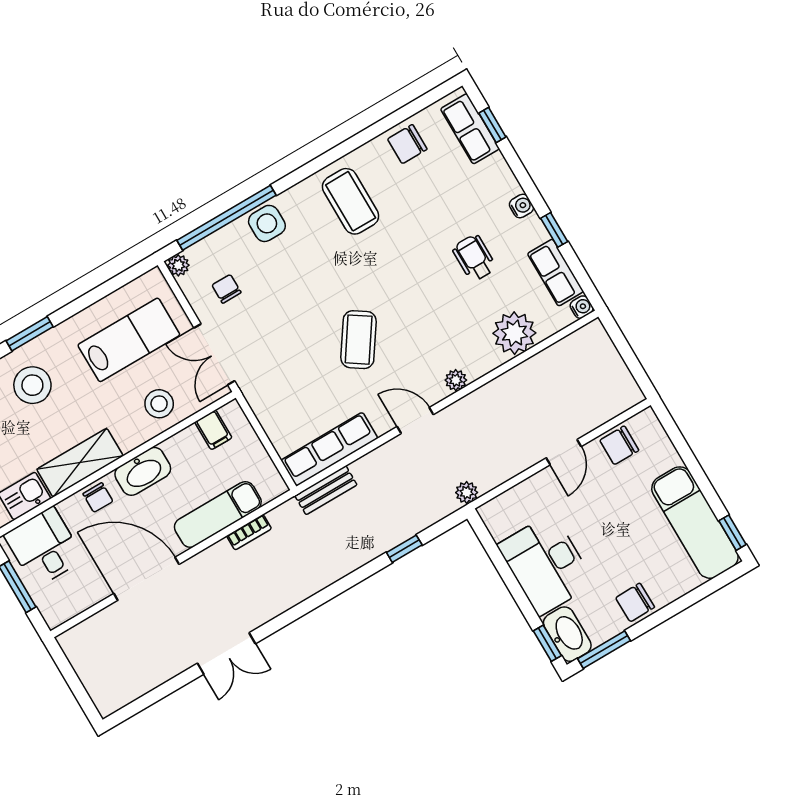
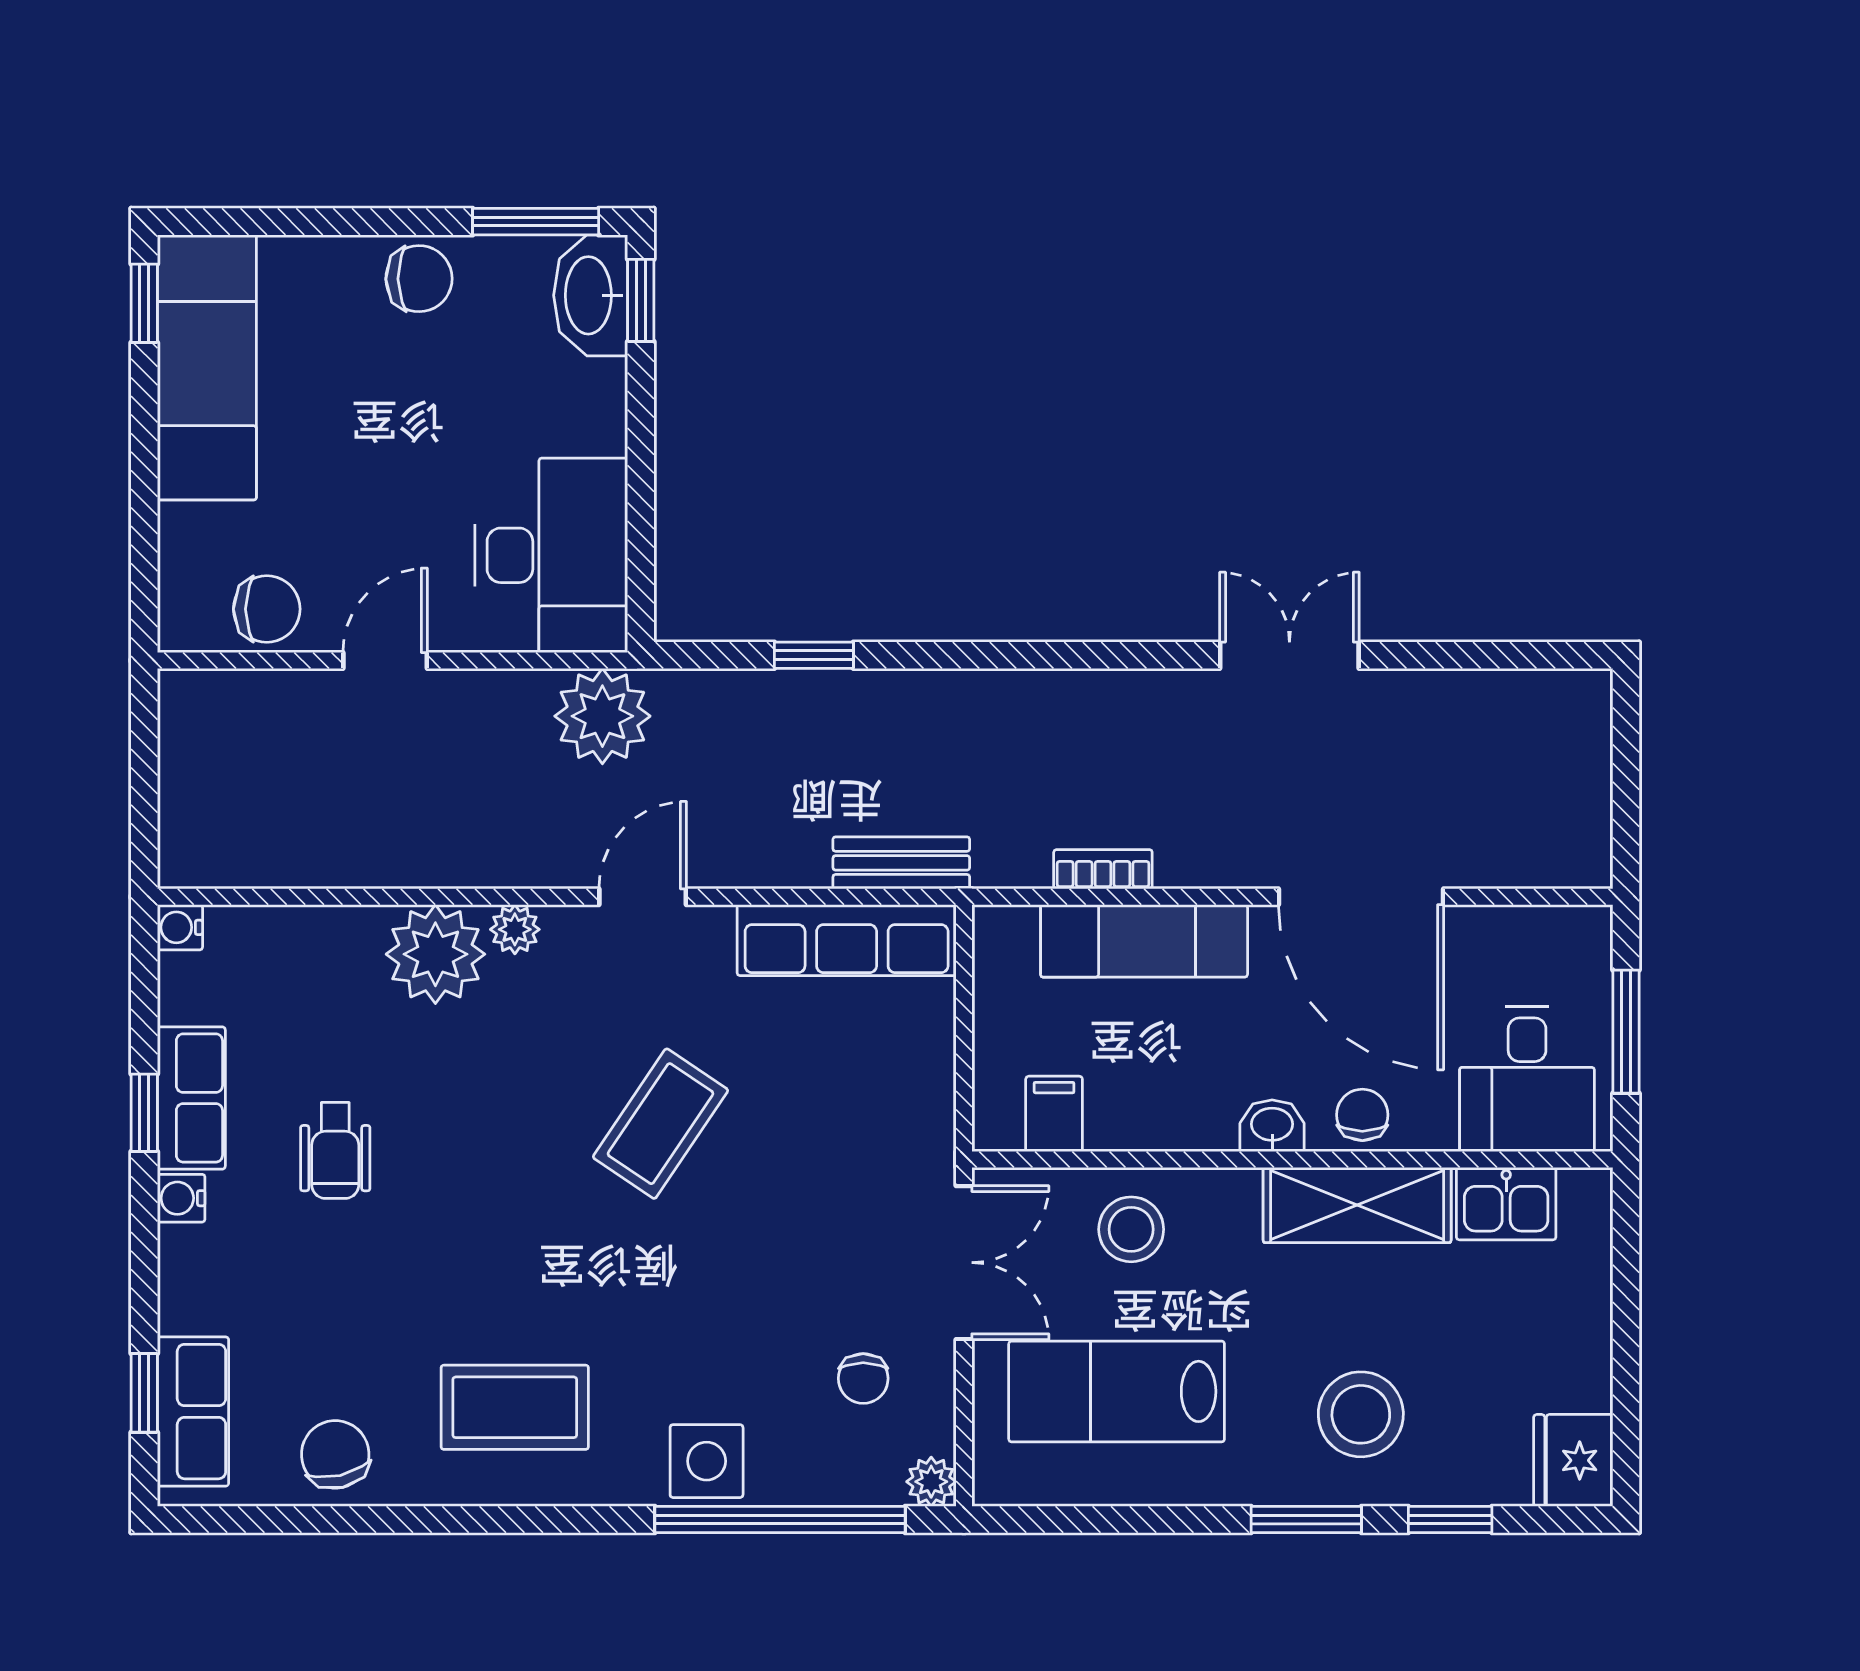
chair: (407, 144) -> (335, 1454), turned -103
coffee table: (351, 201) -> (515, 1407), turned 90
row of seats: (556, 273) -> (191, 1098), moved
plant: (514, 333) -> (435, 954), moved
door: (415, 420) -> (643, 897), swing flipped
washbasin: (143, 471) -> (1272, 1126), width x0.52, depth x0.69
plant: (467, 493) -> (602, 716), width x1.88, depth x1.88
desk: (546, 564) -> (551, 555), moved

